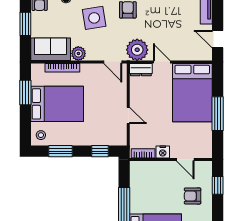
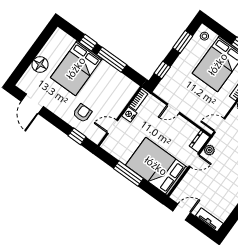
plant: (137, 50) -> (209, 150), width x0.53, depth x0.53

